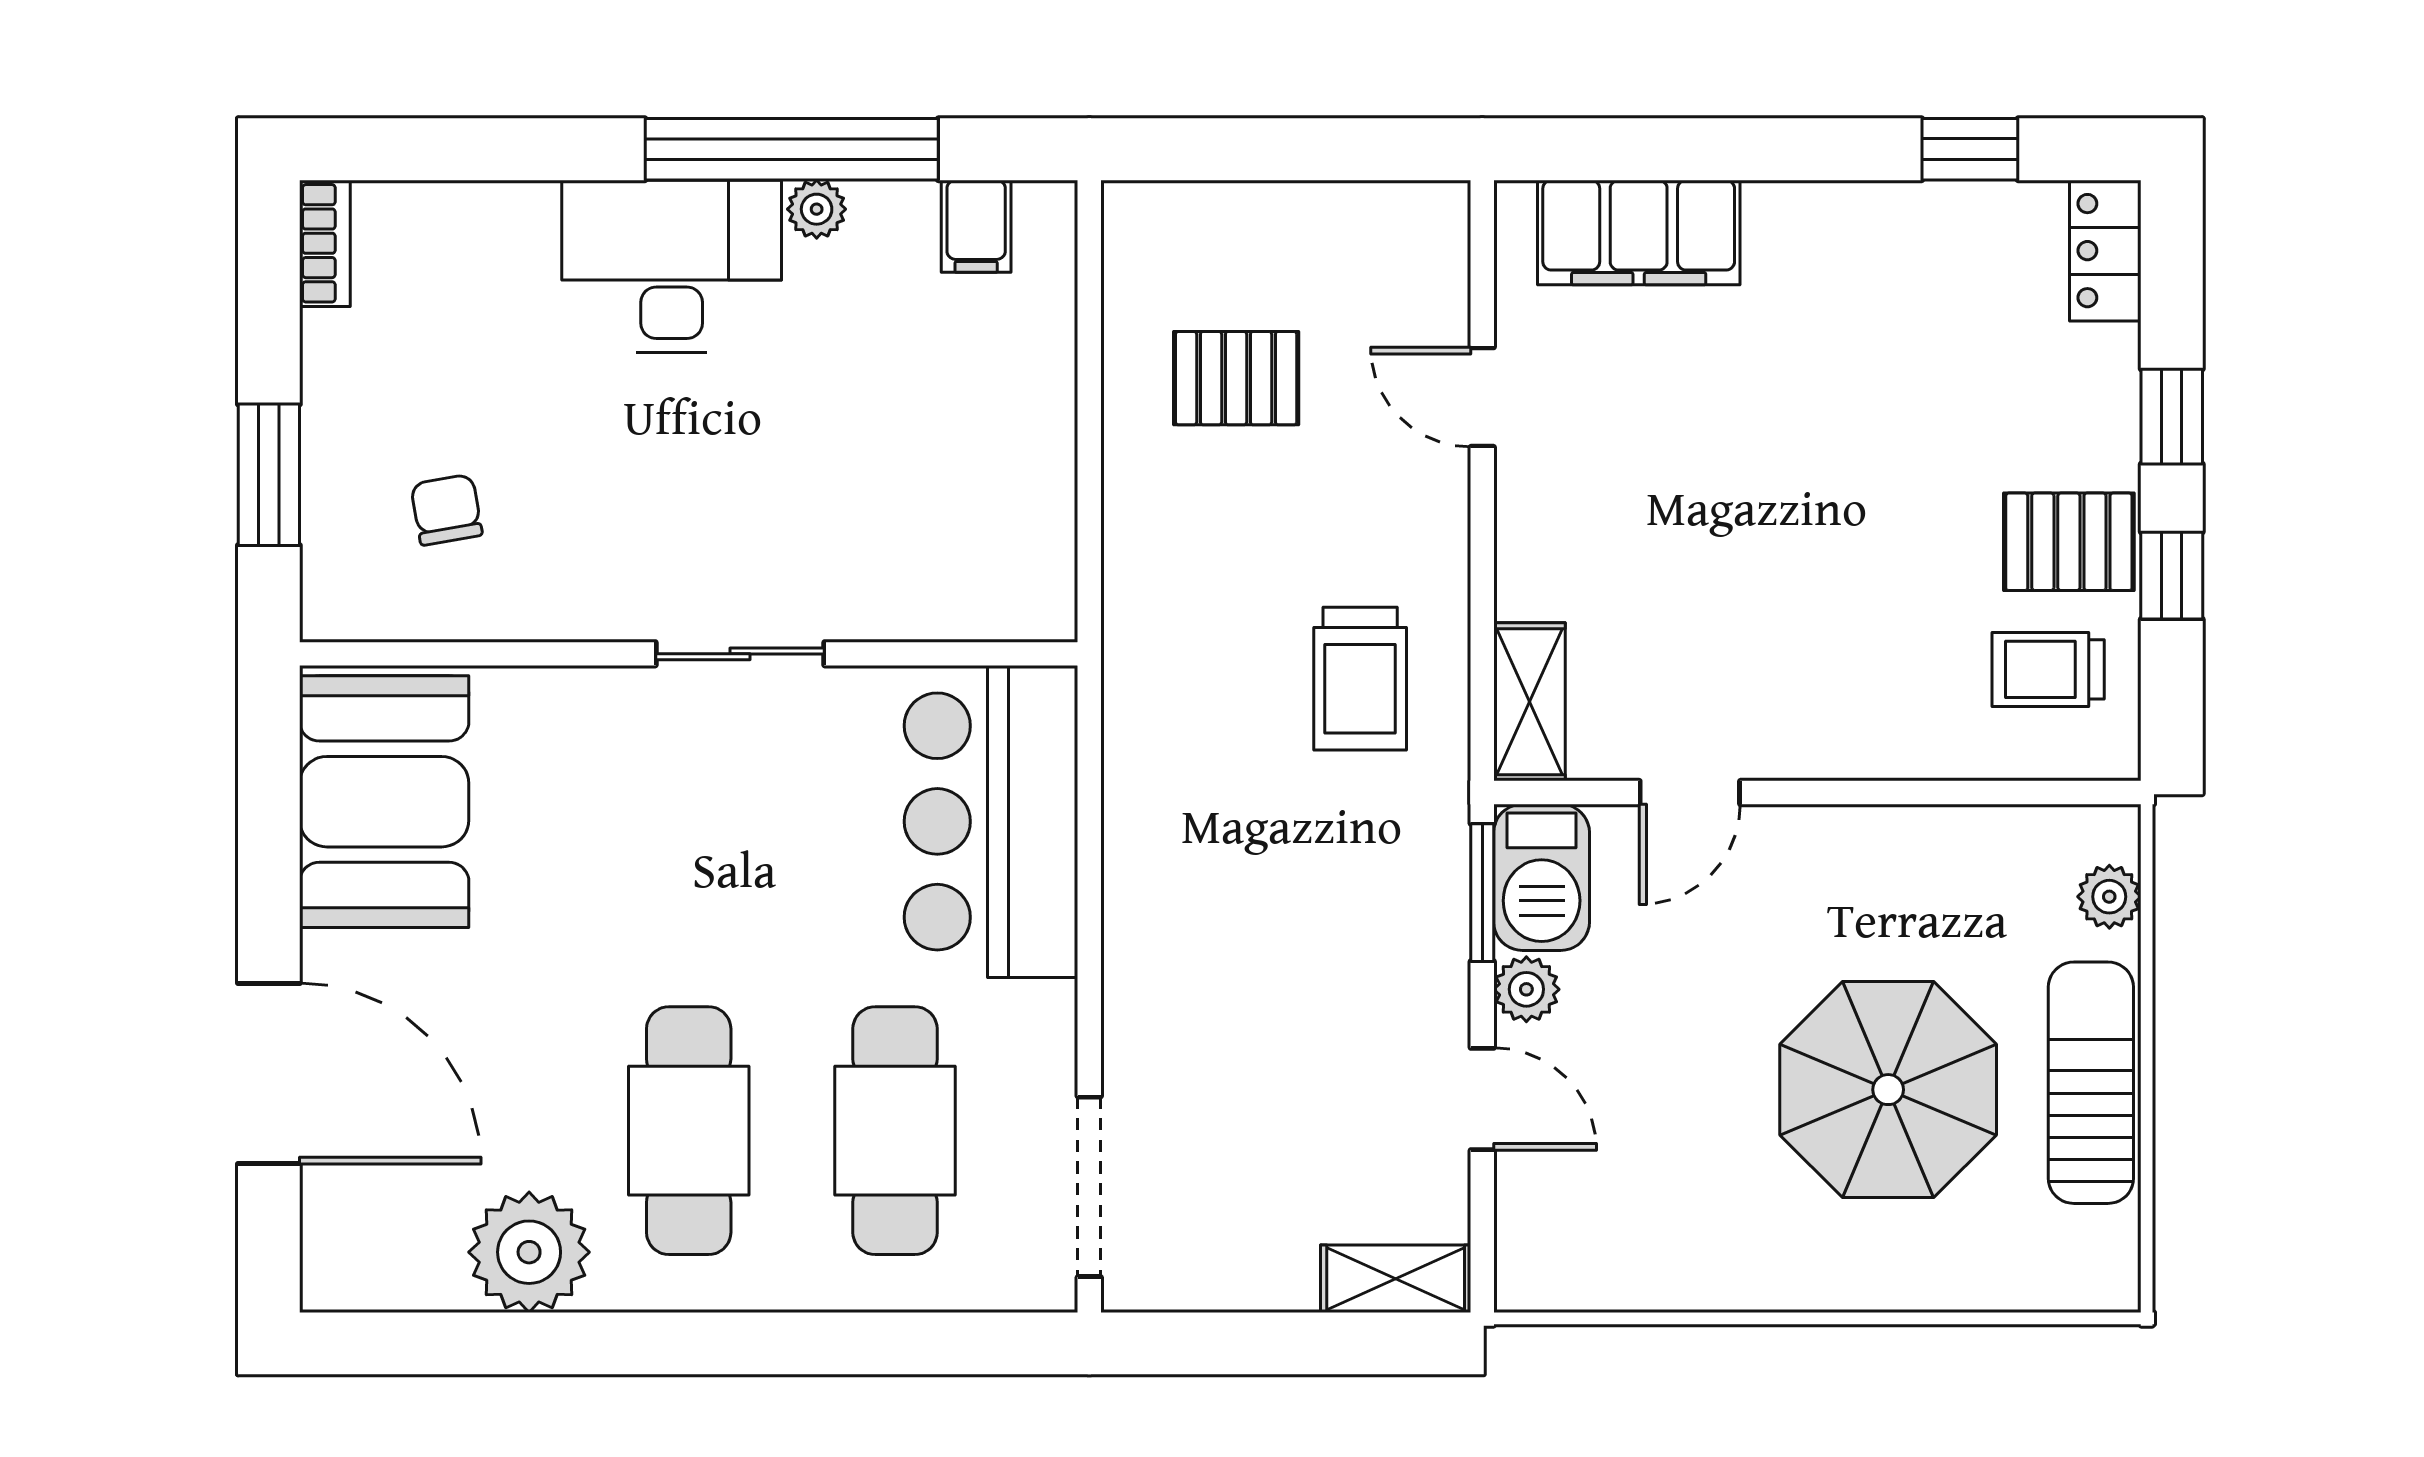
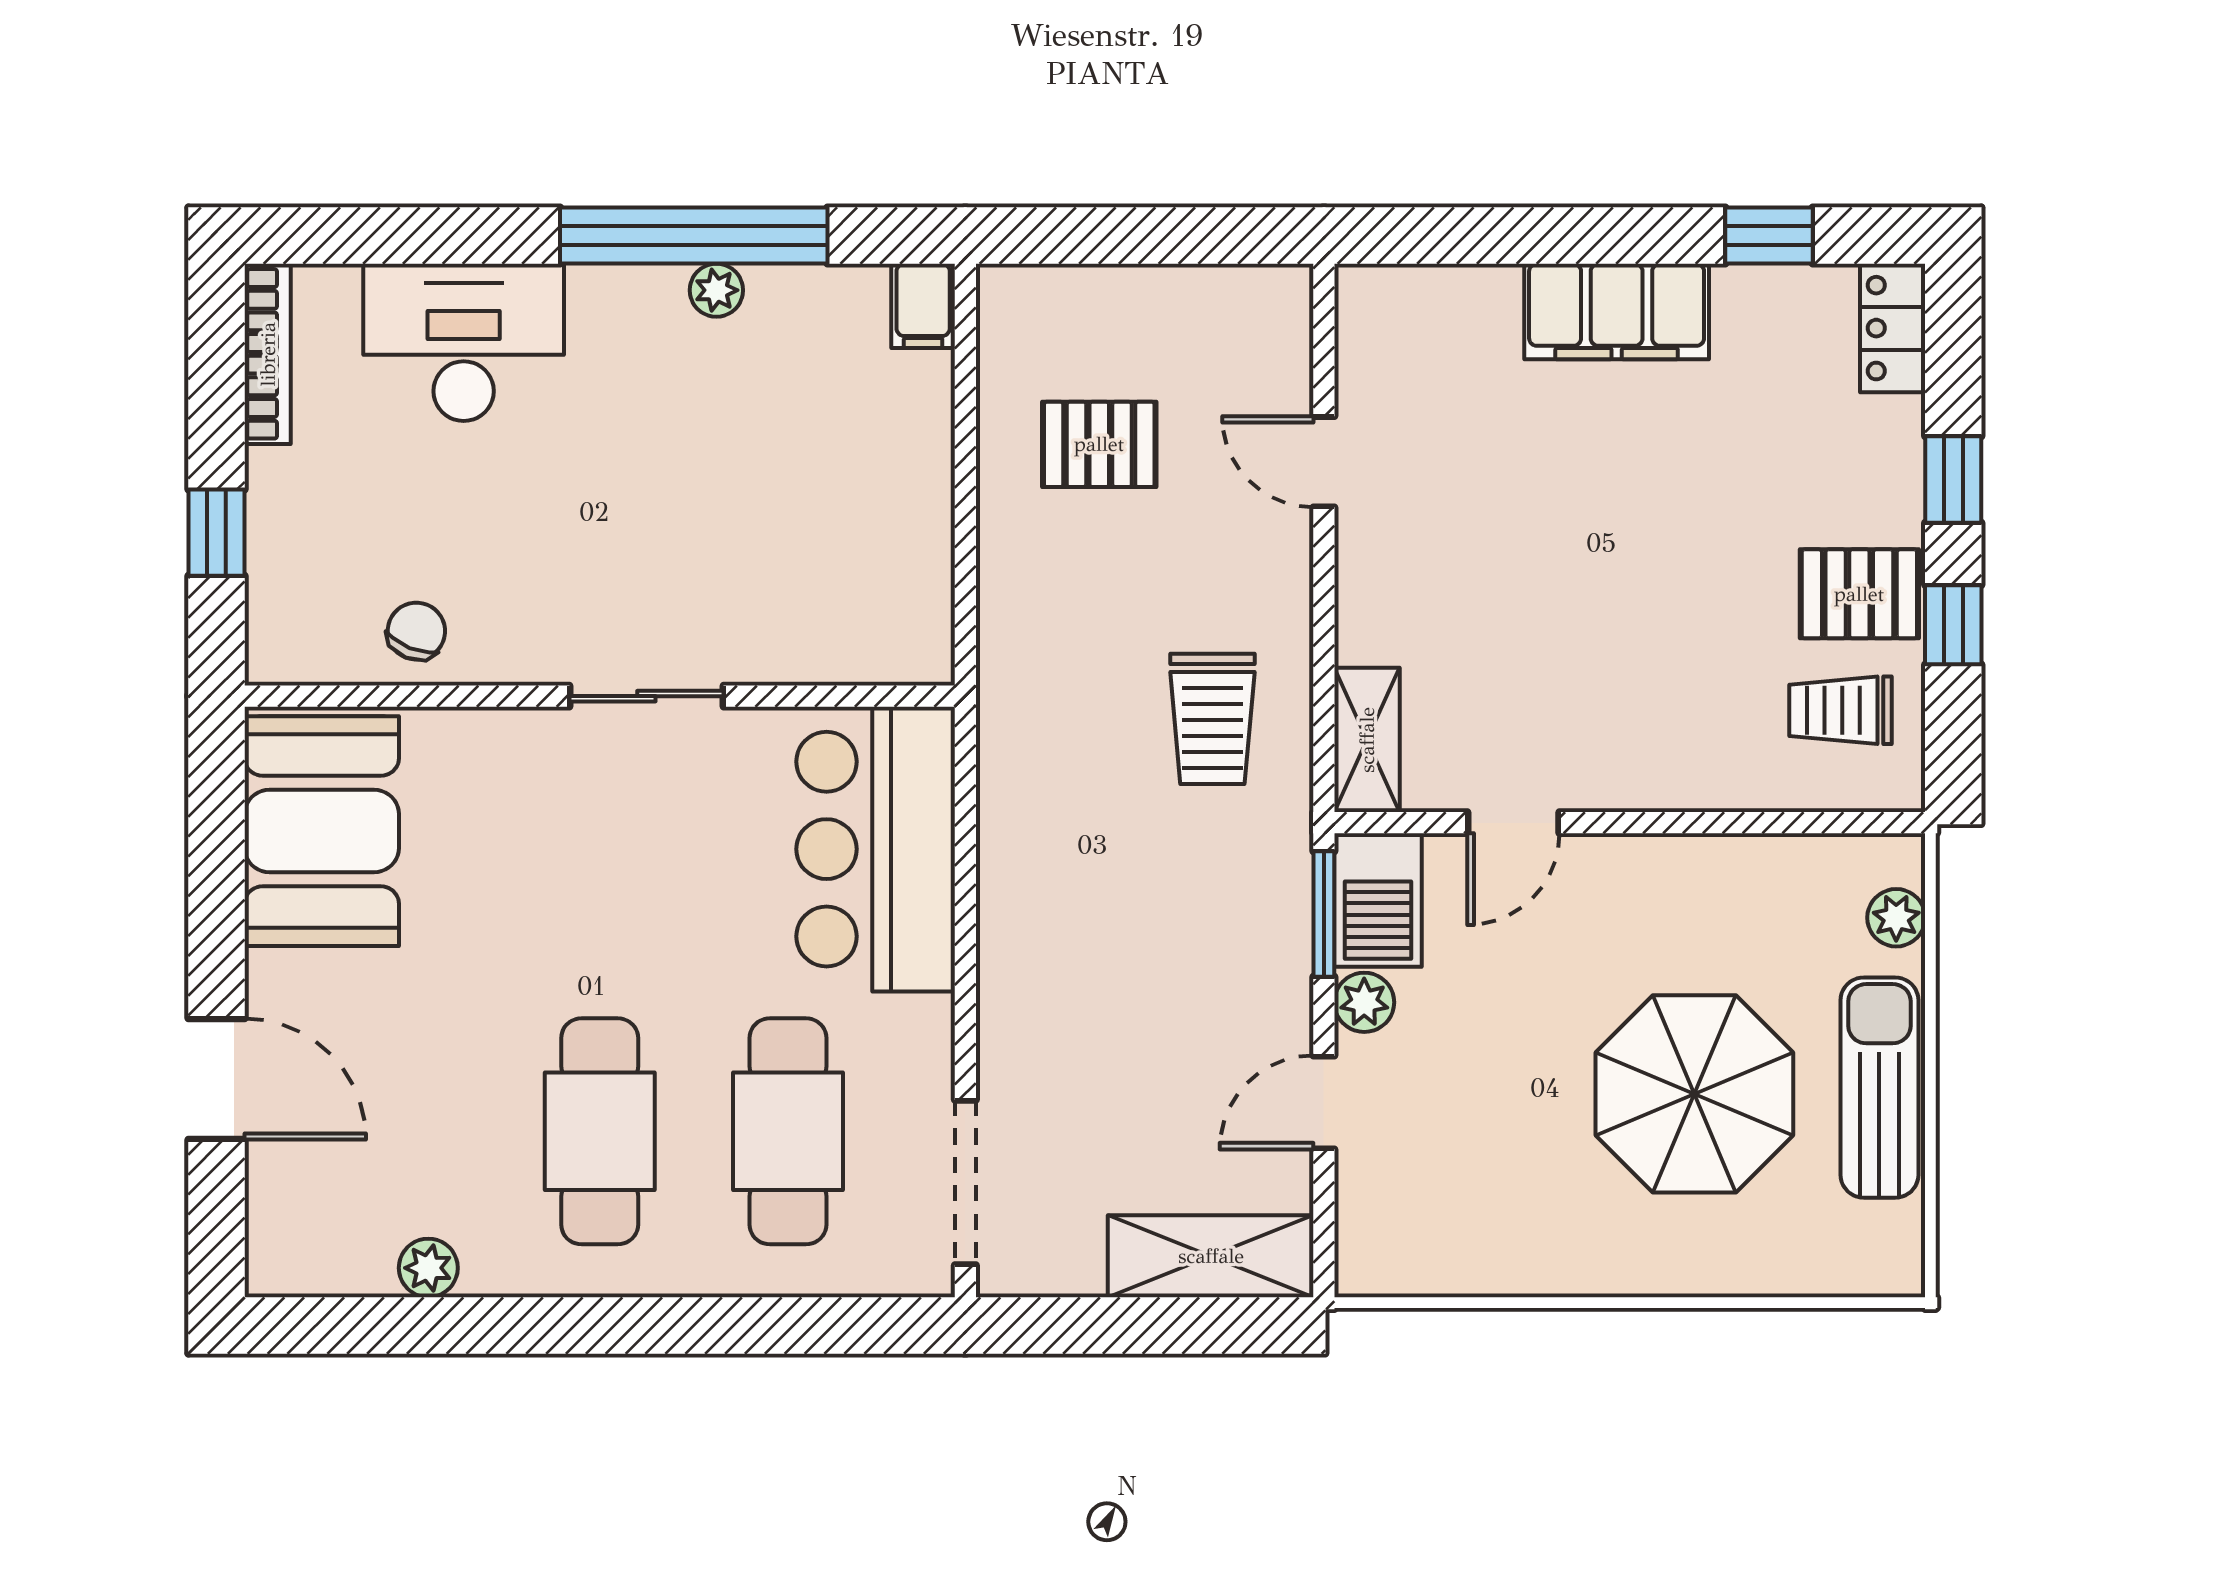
filing cabinet: (976, 226) -> (923, 306), moved
filing cabinet: (1639, 232) -> (1617, 311), moved
bookcase: (325, 243) -> (268, 354), width x1.56
desk: (672, 266) -> (464, 342), moved
window: (269, 475) -> (216, 533), width x0.67
chair: (446, 510) -> (416, 631), moved, turned 32
door: (269, 1073) -> (216, 1079), width x0.73
door: (1482, 1099) -> (1324, 1102), swing flipped
plant: (529, 1252) -> (428, 1268), width x0.53, depth x0.53
shelving: (1396, 1279) -> (1211, 1256), width x1.50, depth x1.33

